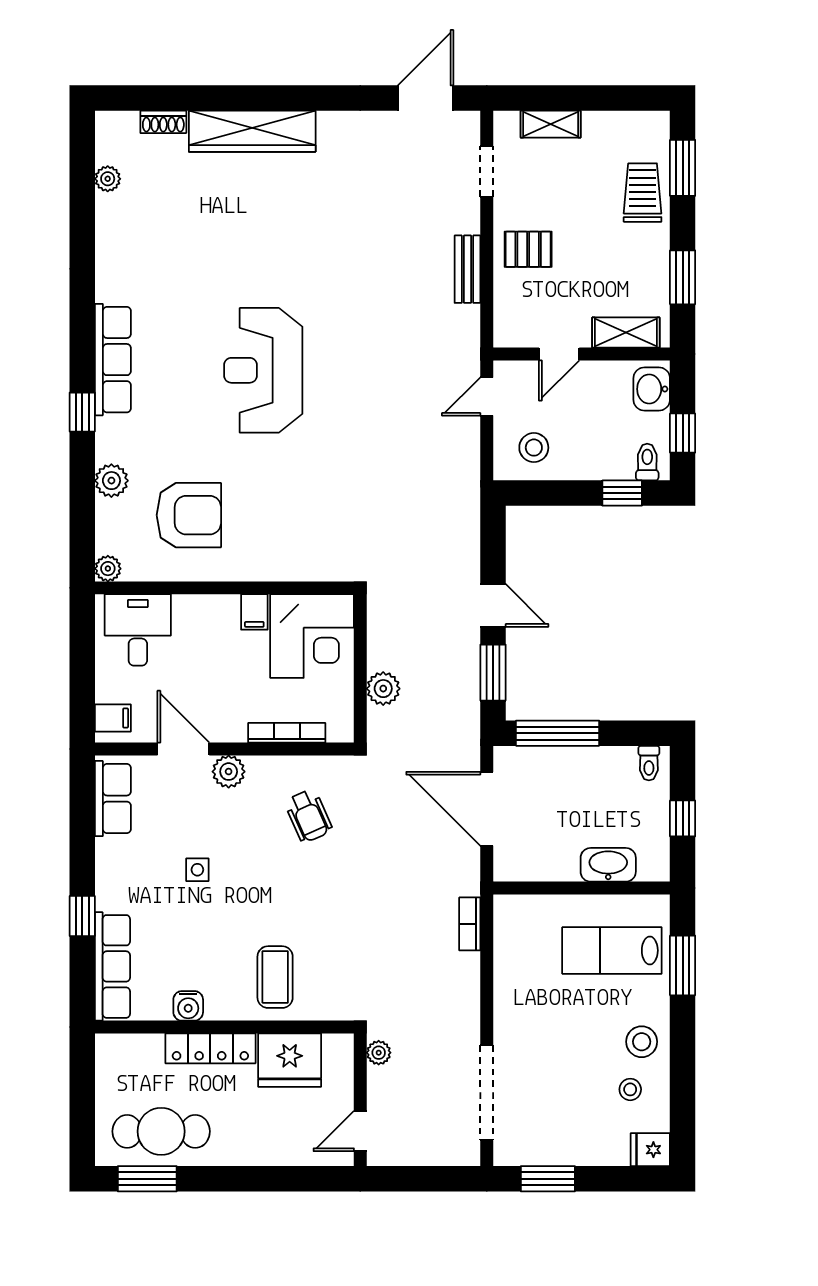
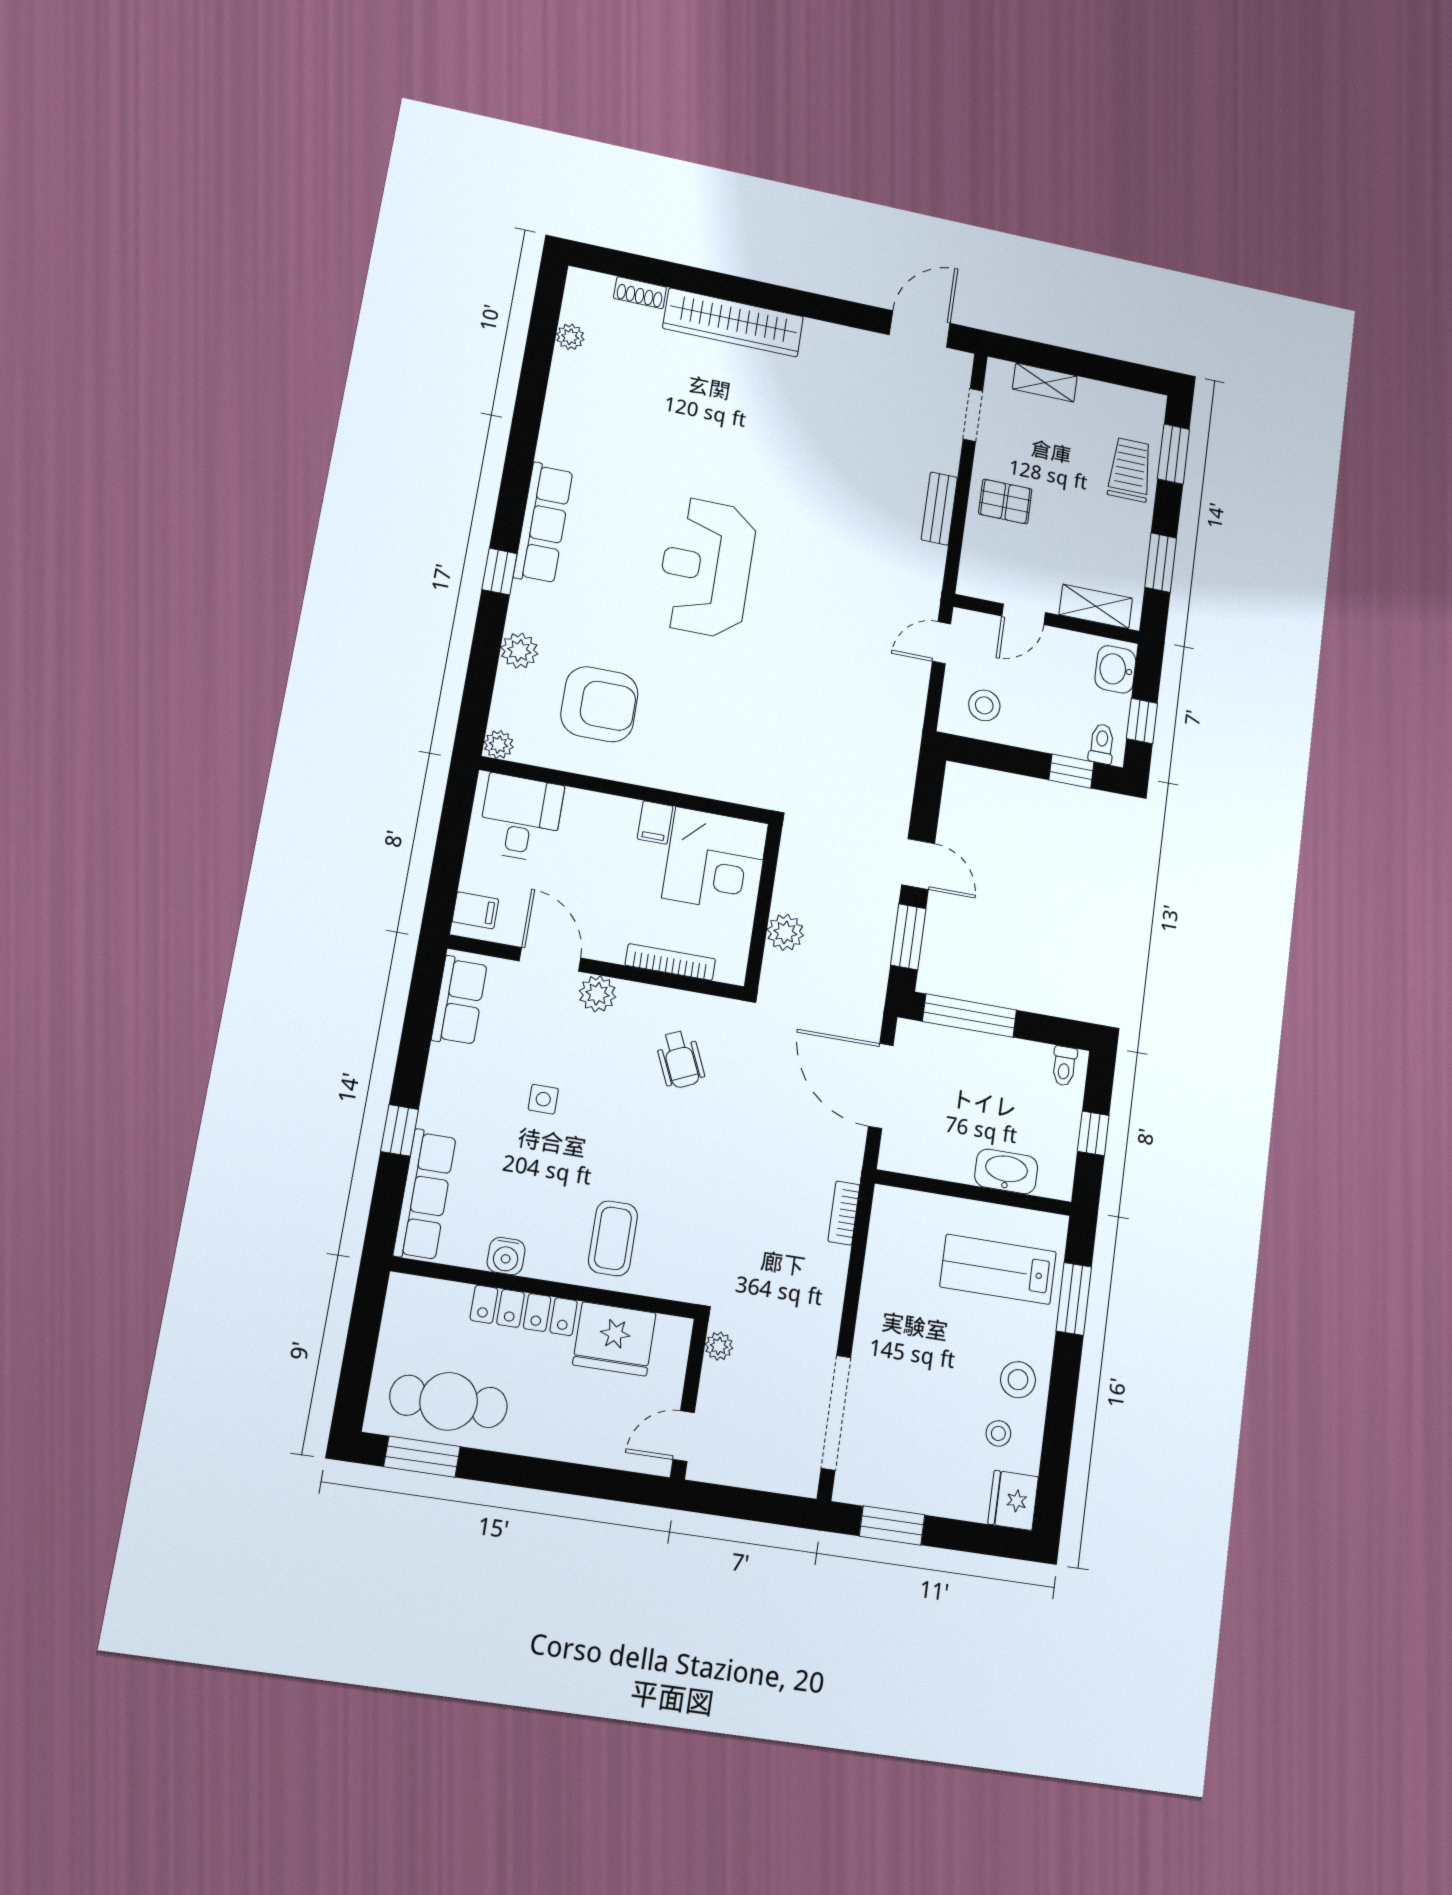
fridge: (650, 1150) -> (1013, 1500), width x1.38

